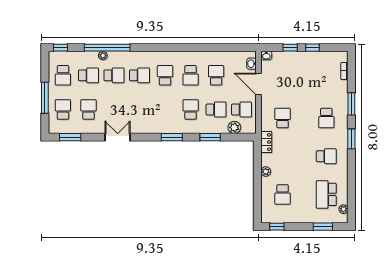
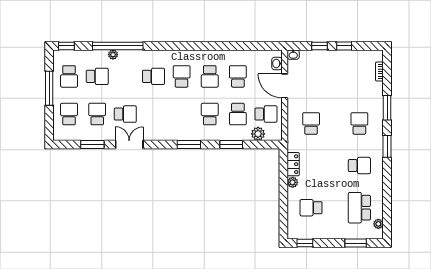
school desk: (114, 75) -> (125, 114), moved
window: (45, 98) -> (49, 88), moved
school desk: (216, 110) -> (238, 114), turned 90
school desk: (326, 118) -> (359, 123), turned 180
window: (70, 137) -> (92, 144), moved
locker: (266, 142) -> (293, 164), moved
school desk: (283, 194) -> (311, 208), turned 90

